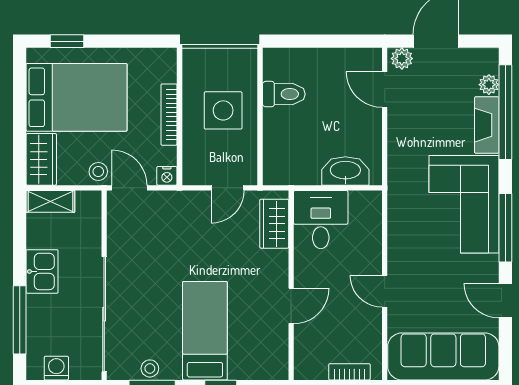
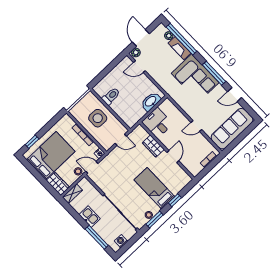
door: (228, 188) -> (121, 140), hinge flipped
wardrobe: (274, 224) -> (153, 146), moved

